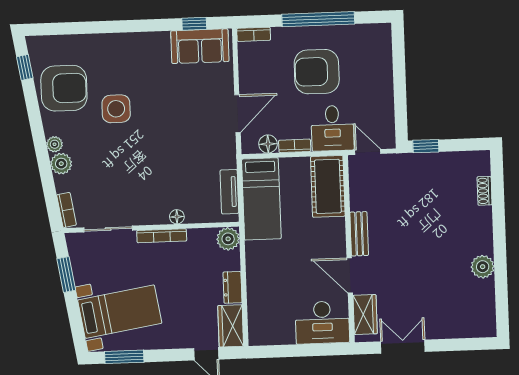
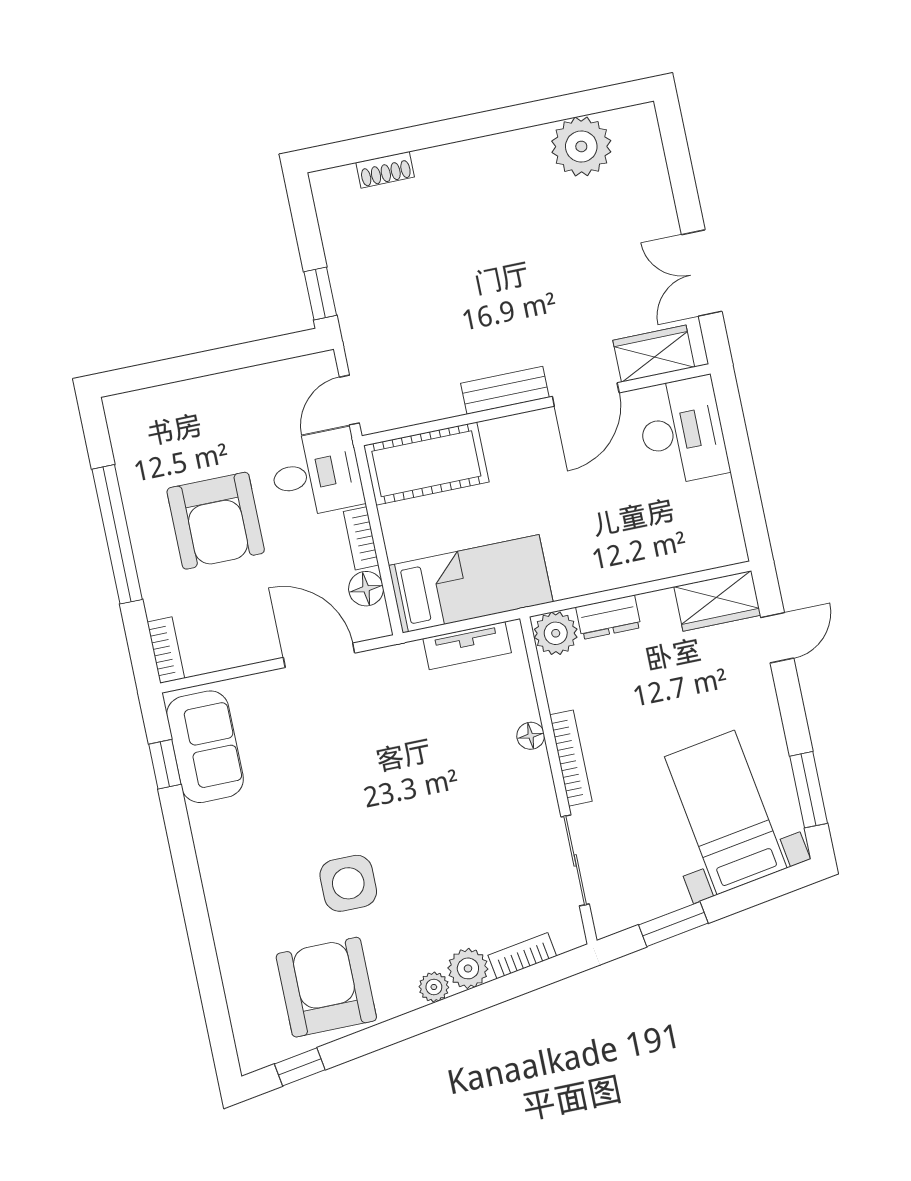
bookcase: (66, 210) -> (522, 956), moved
plant: (483, 267) -> (581, 146), moved, width x1.36, depth x1.36
dresser: (232, 287) -> (608, 617), moved

